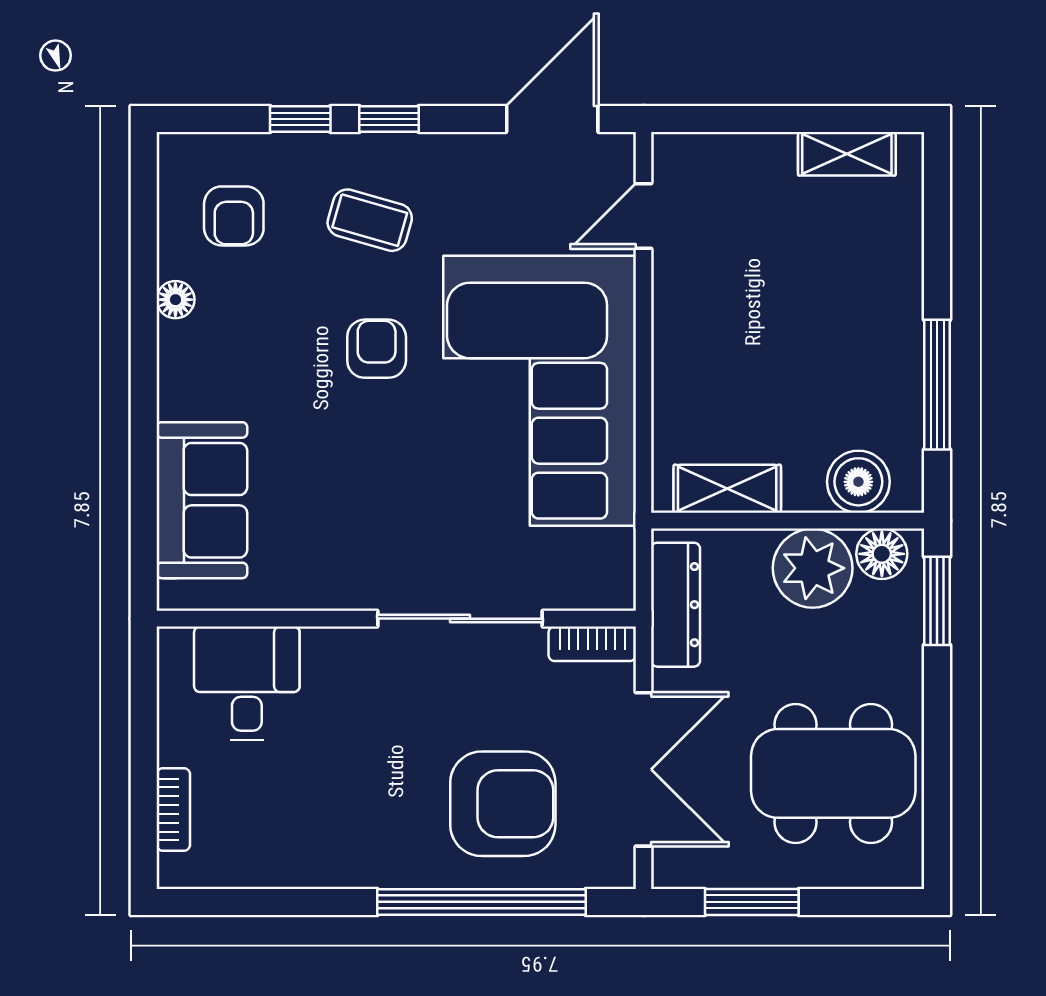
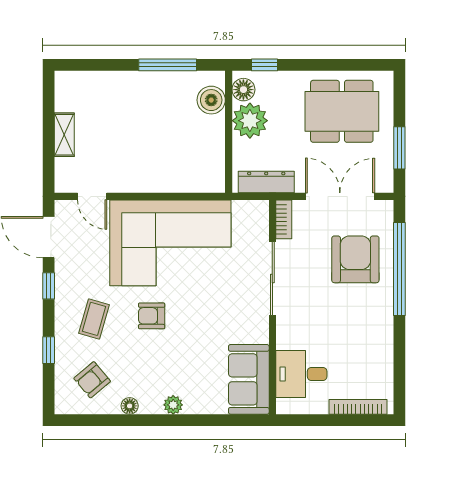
window: (389, 119) -> (49, 286), moved
shelving: (847, 154) -> (64, 135), moved
armchair: (234, 216) -> (92, 380), turned 140
plant: (178, 397) -> (173, 405), added
shelving: (727, 489) -> (214, 159), removed
sofa: (202, 500) -> (249, 379), moved, turned -90
window: (937, 601) -> (265, 65), width x0.67
dining table: (833, 773) -> (342, 111), turned 90
bookcase: (173, 809) -> (358, 407), width x1.56

